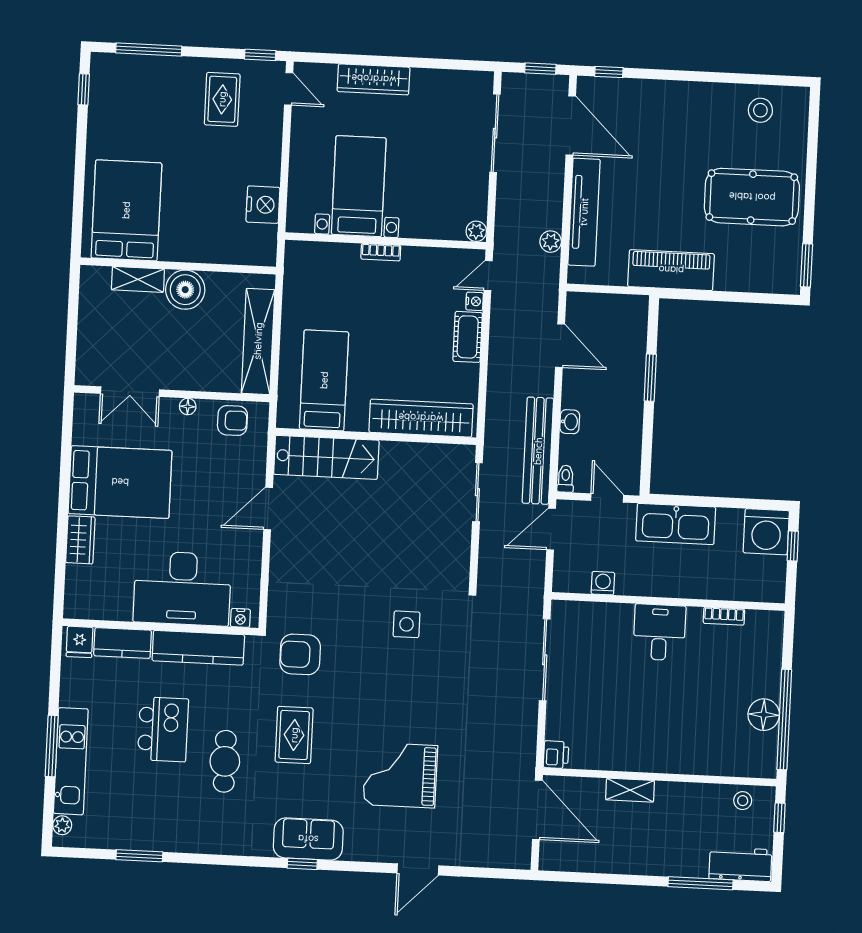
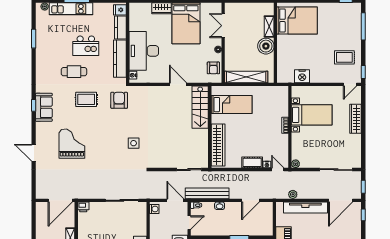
washing machine: (603, 583) -> (154, 209), moved

